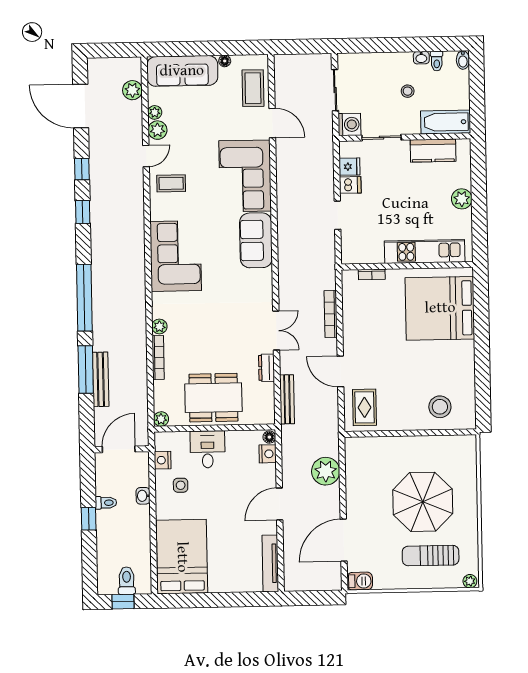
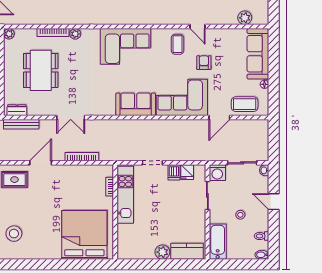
door: (388, 45) -> (274, 202), added
washbasin: (421, 58) -> (264, 170), moved
plant: (155, 112) -> (229, 33), removed
plant: (157, 130) -> (216, 35), removed
armchair: (196, 146) -> (204, 63), added
kitchen counter: (433, 151) -> (187, 251), moved, turned 90
kitchen unit: (425, 251) -> (125, 195), moved
dresser: (267, 368) -> (17, 110), moved
dining table: (213, 398) -> (41, 70), moved

